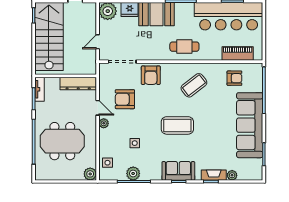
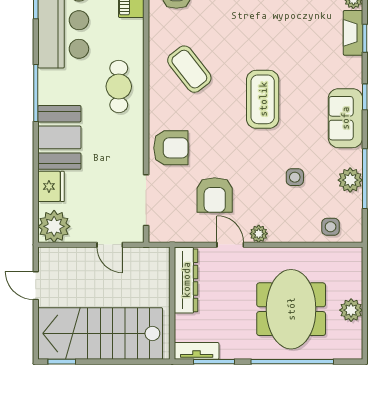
door: (98, 108) -> (230, 245), hinge flipped
sofa: (178, 171) -> (345, 118), moved
plant: (90, 174) -> (351, 310), moved

